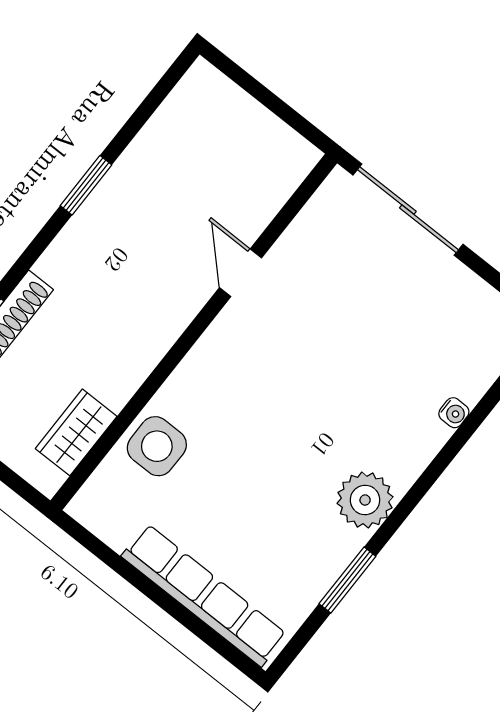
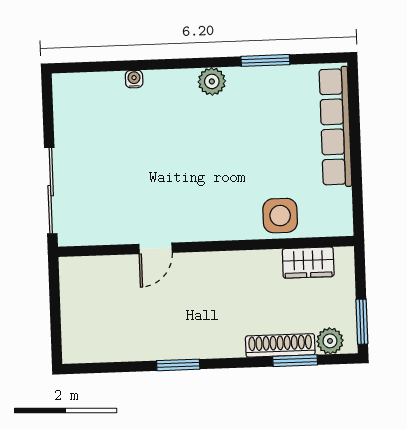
plant: (365, 500) -> (212, 81), width x0.73, depth x0.73

